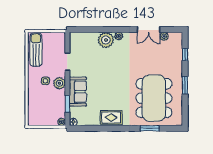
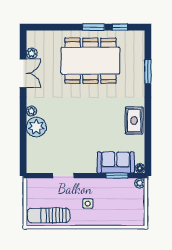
window: (185, 55) -> (120, 27), moved
plant: (59, 83) -> (91, 186), removed
sofa: (78, 92) -> (116, 162), moved
dining table: (154, 98) -> (90, 61), moved

